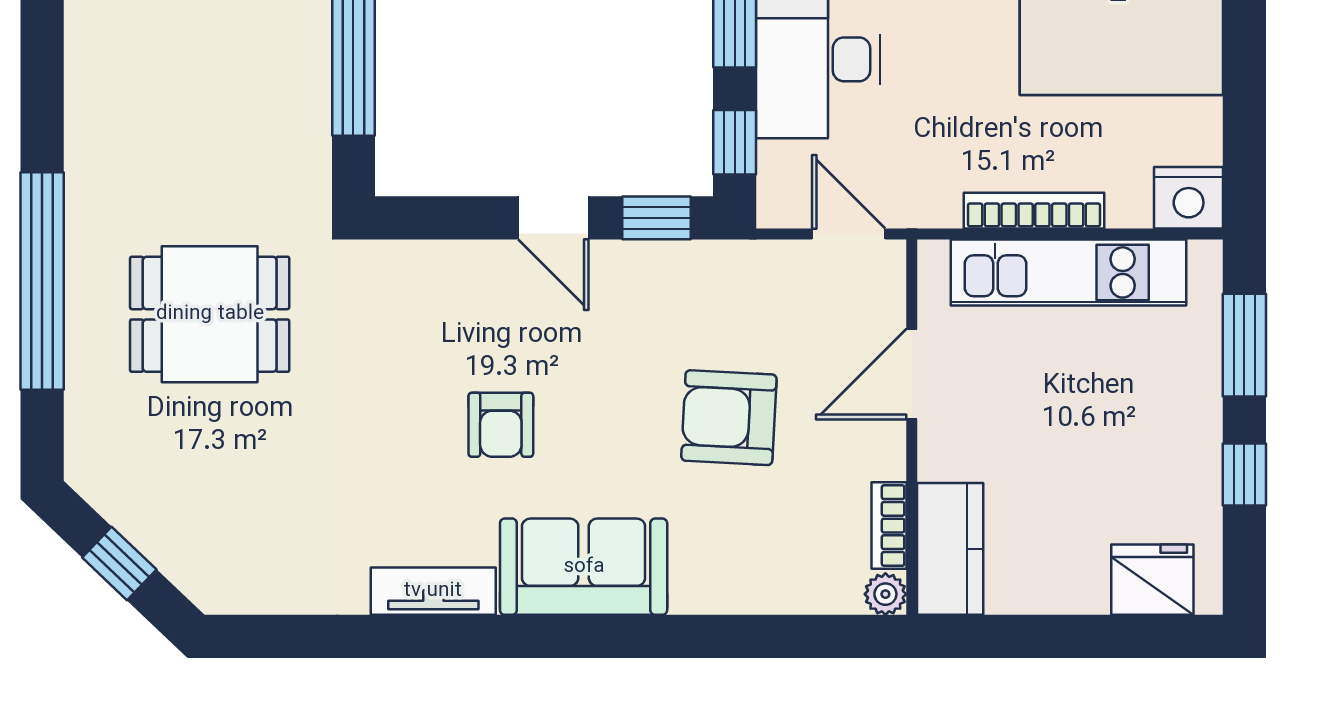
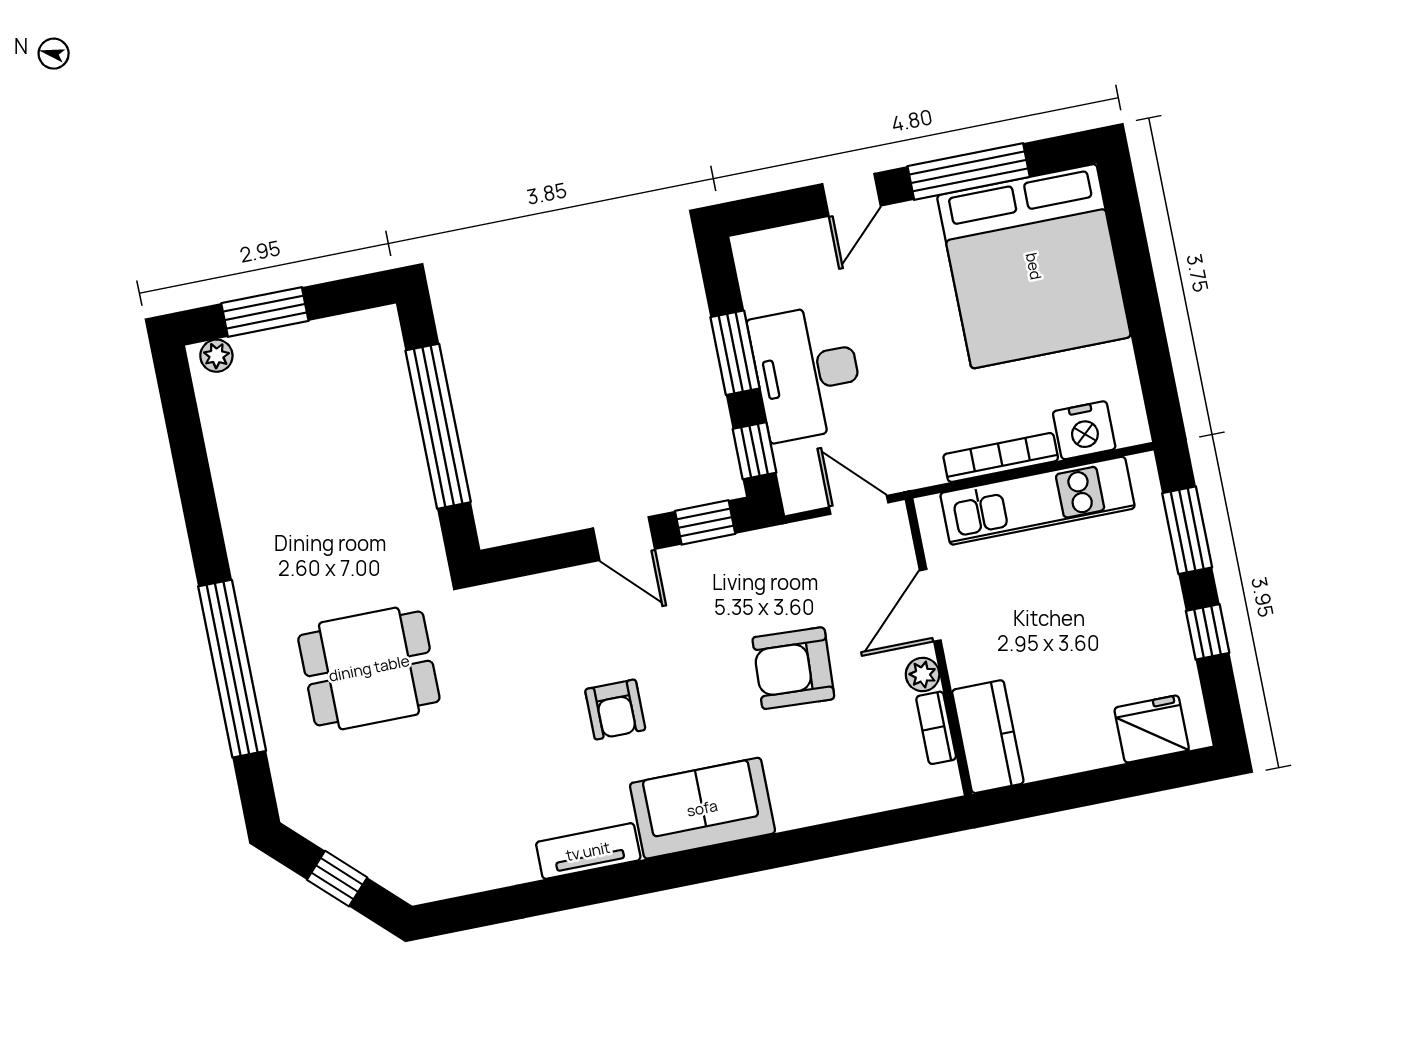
nightstand: (1189, 198) -> (1084, 430), moved
plant: (885, 594) -> (923, 674), moved

